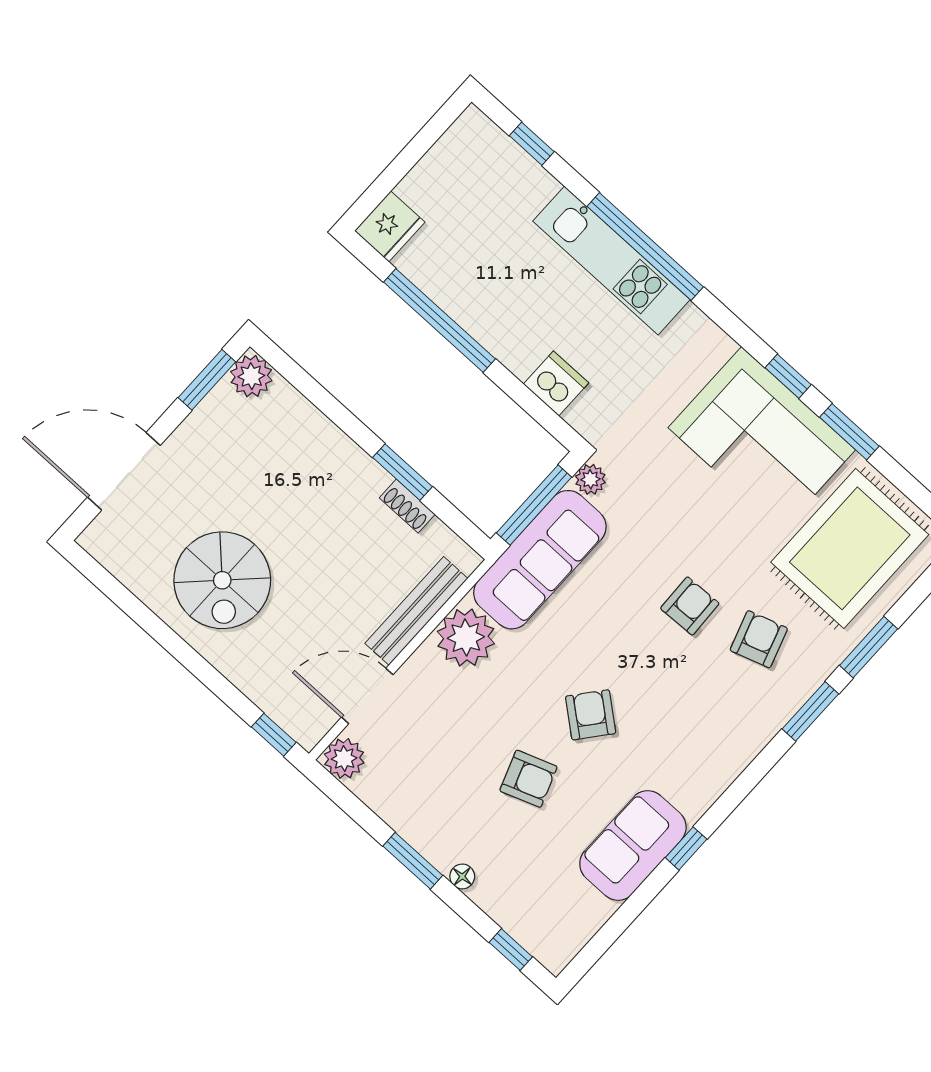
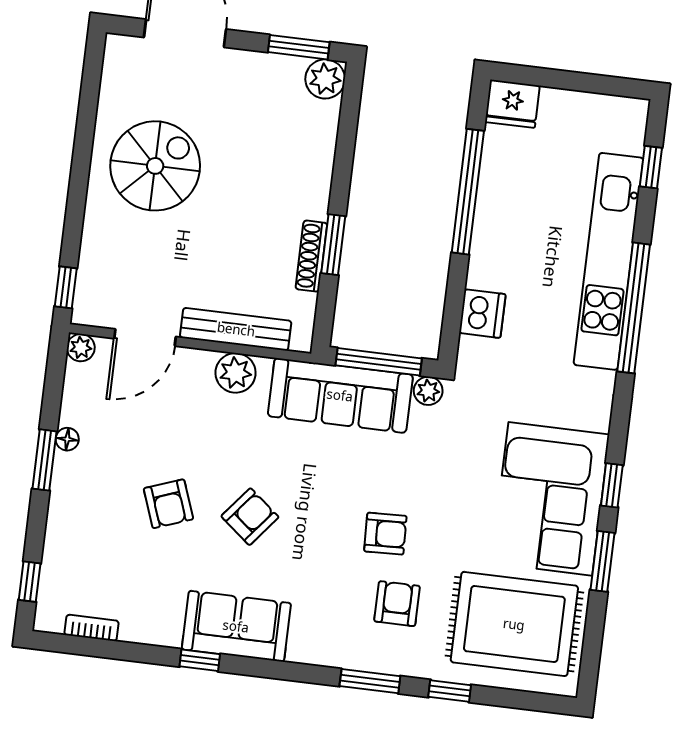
kitchen unit: (611, 260) -> (608, 261), width x1.36
shoe rack: (407, 506) -> (311, 256), width x1.43
spiral stairs: (222, 580) -> (155, 166), turned 180
plant: (466, 638) -> (236, 373), width x0.73, depth x0.73
armchair: (759, 639) -> (397, 604), turned -72
window: (869, 647) -> (450, 691), width x0.67
door: (367, 696) -> (145, 338), swing flipped
plant: (344, 758) -> (81, 348), width x0.73, depth x0.73
sofa: (633, 845) -> (236, 626), moved
floor lamp: (462, 876) -> (67, 439), moved
bookcase: (590, 924) -> (92, 628), added

